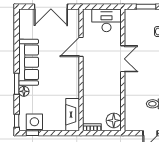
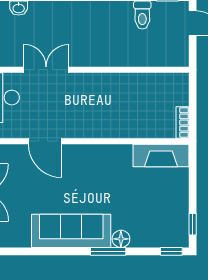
double door: (123, 59) -> (46, 70), moved
floor lamp: (114, 120) -> (171, 85), removed
side table: (34, 122) -> (173, 221), removed

